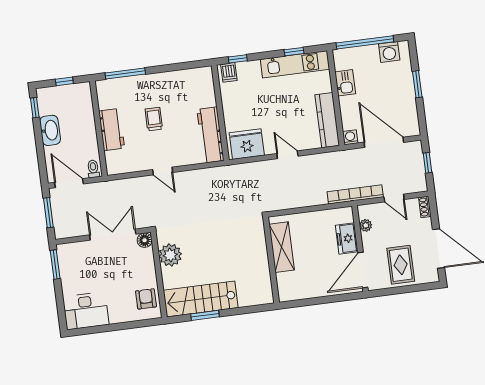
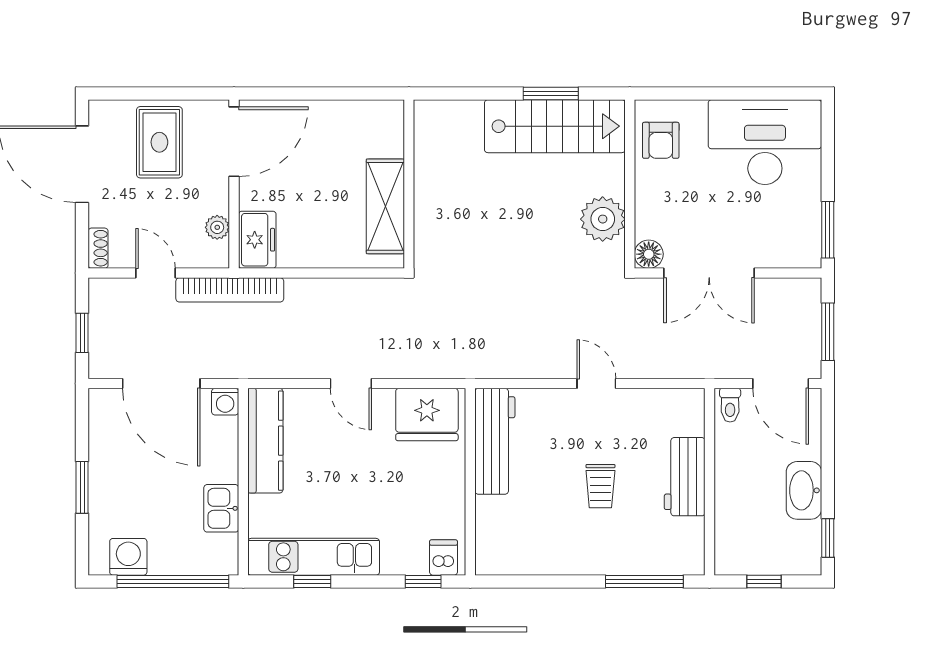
freezer: (347, 238) -> (257, 240), moved
desk: (86, 311) -> (765, 142), width x1.36, depth x1.30

